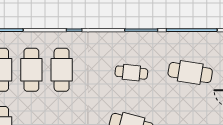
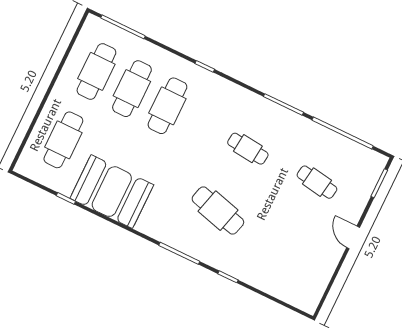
cafe table: (190, 73) -> (317, 182), width x0.73, depth x0.74

